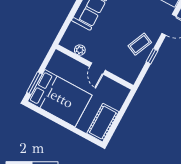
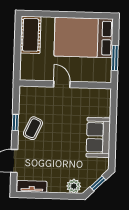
plant: (80, 50) -> (88, 93), removed
window: (34, 83) -> (115, 58), moved

